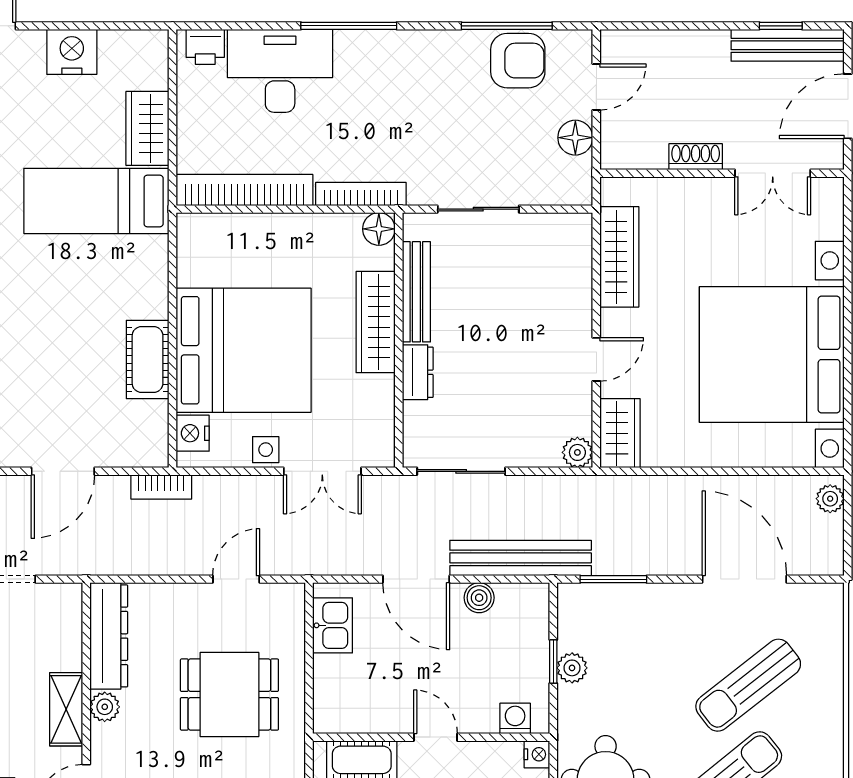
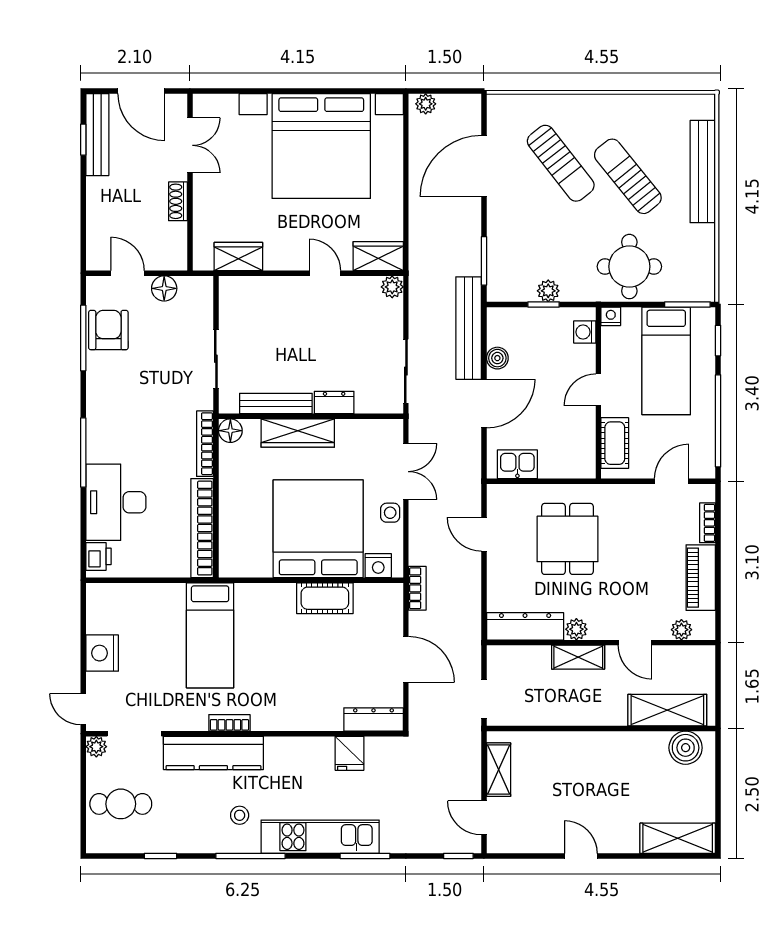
wardrobe: (147, 128) -> (158, 598), removed
wardrobe: (619, 257) -> (238, 257), width x0.67

